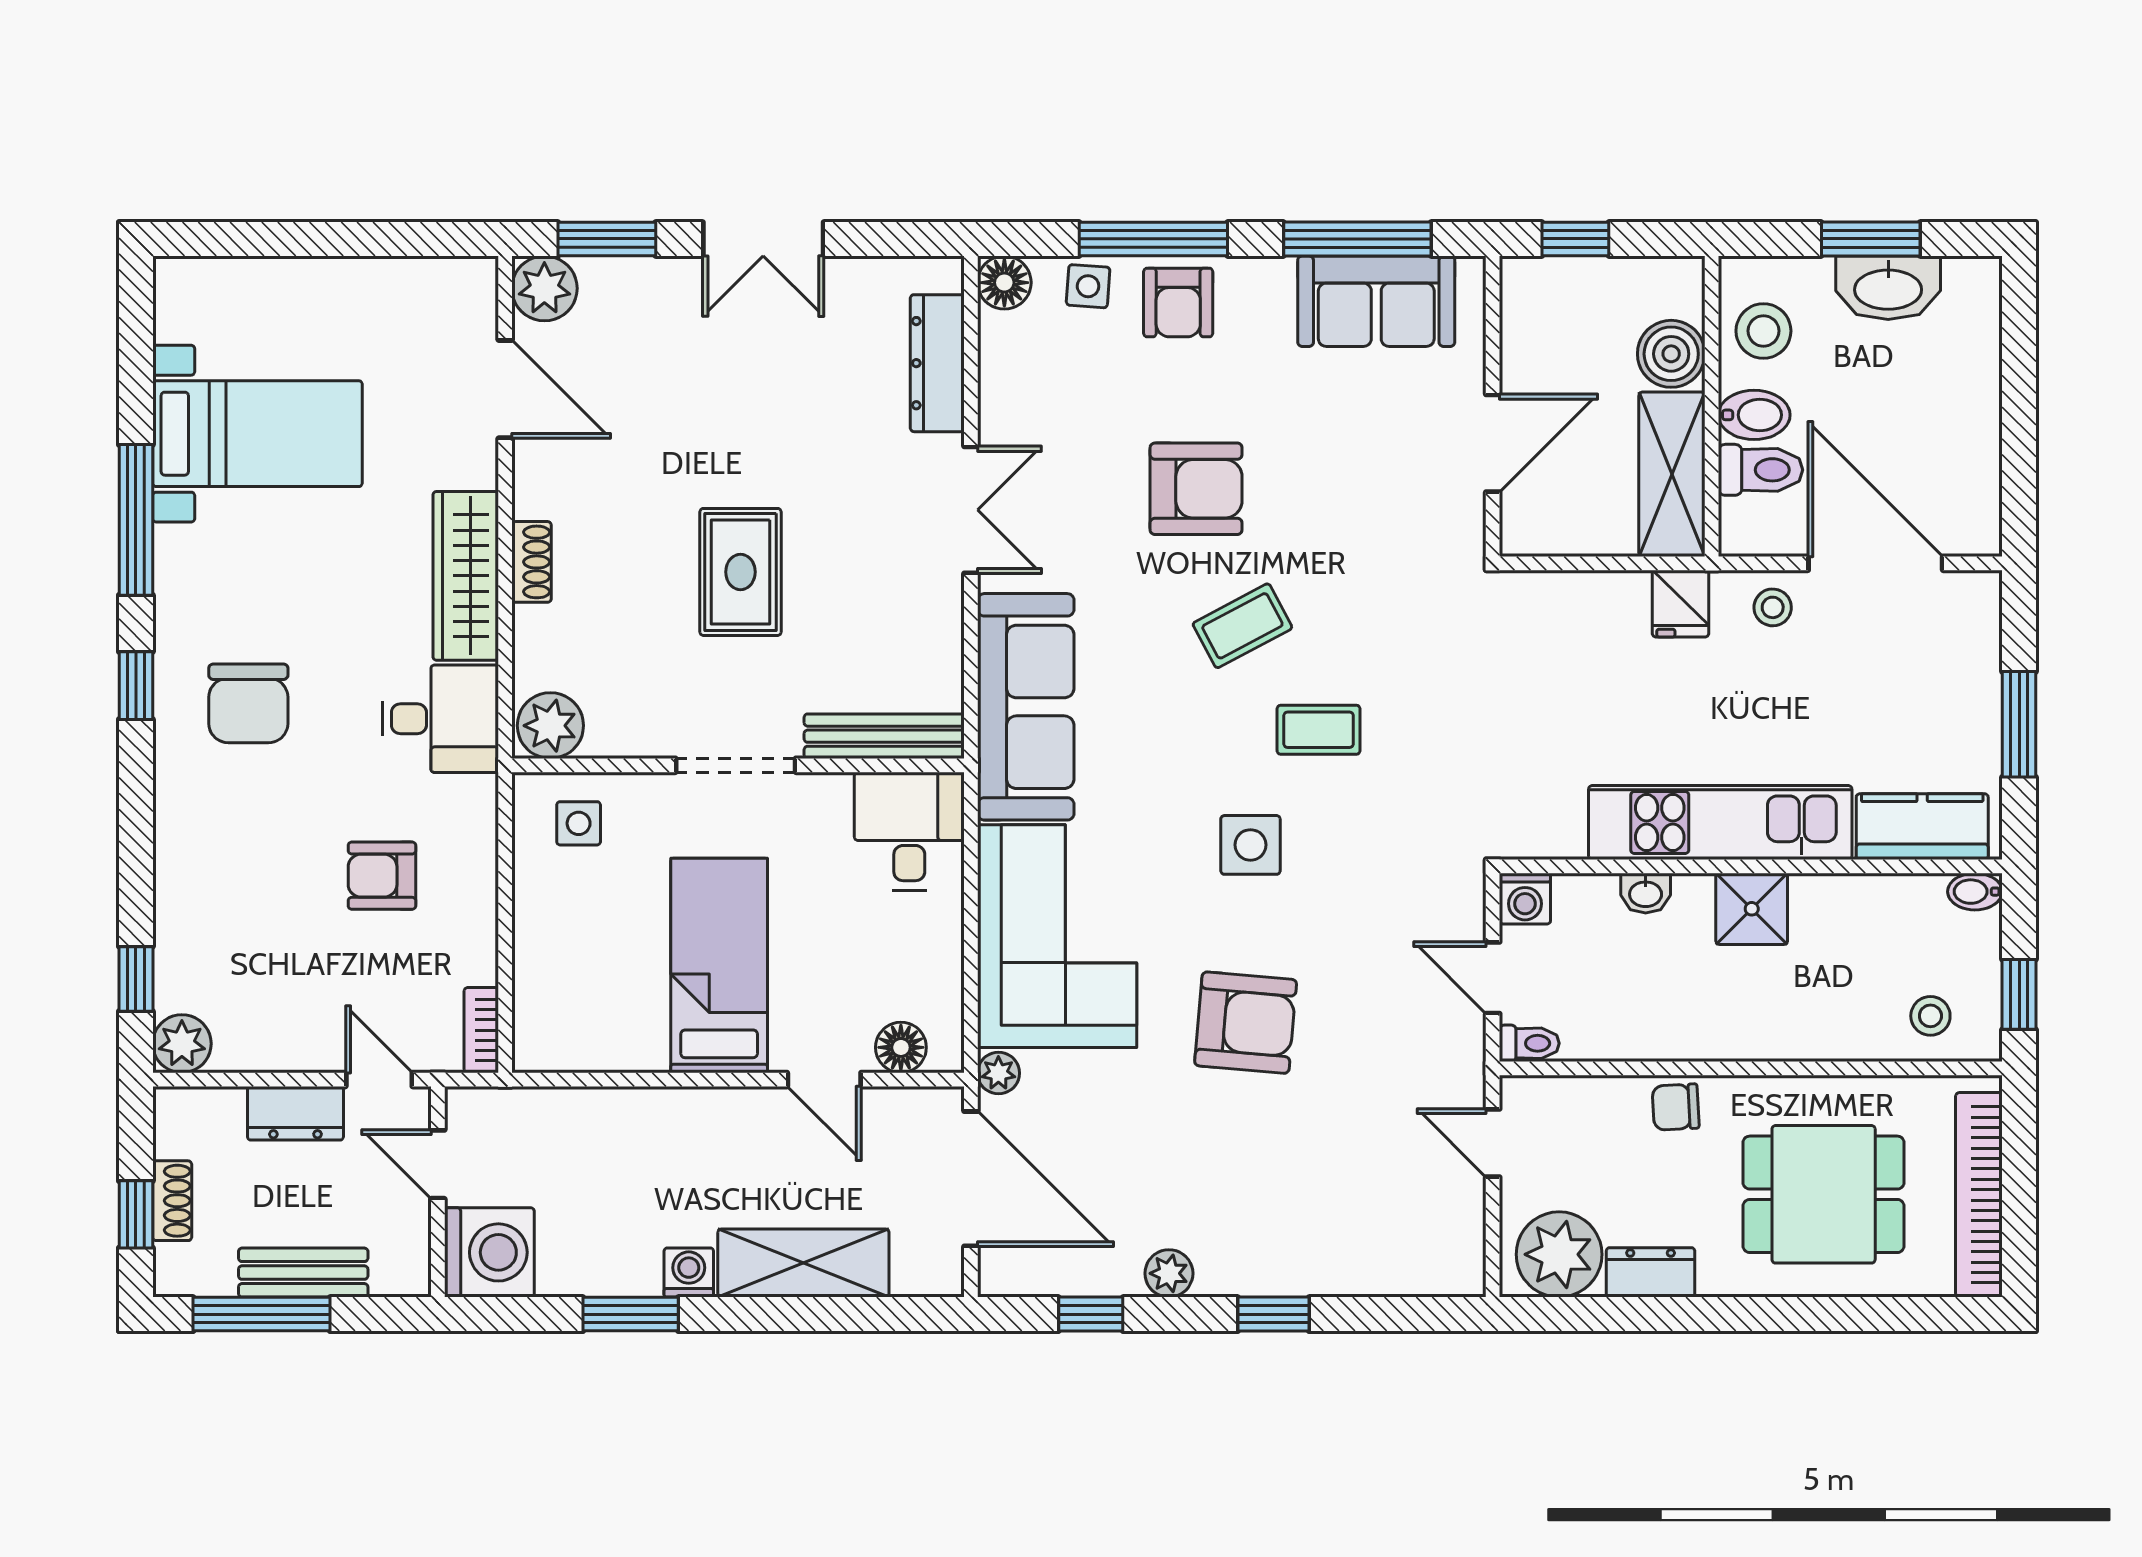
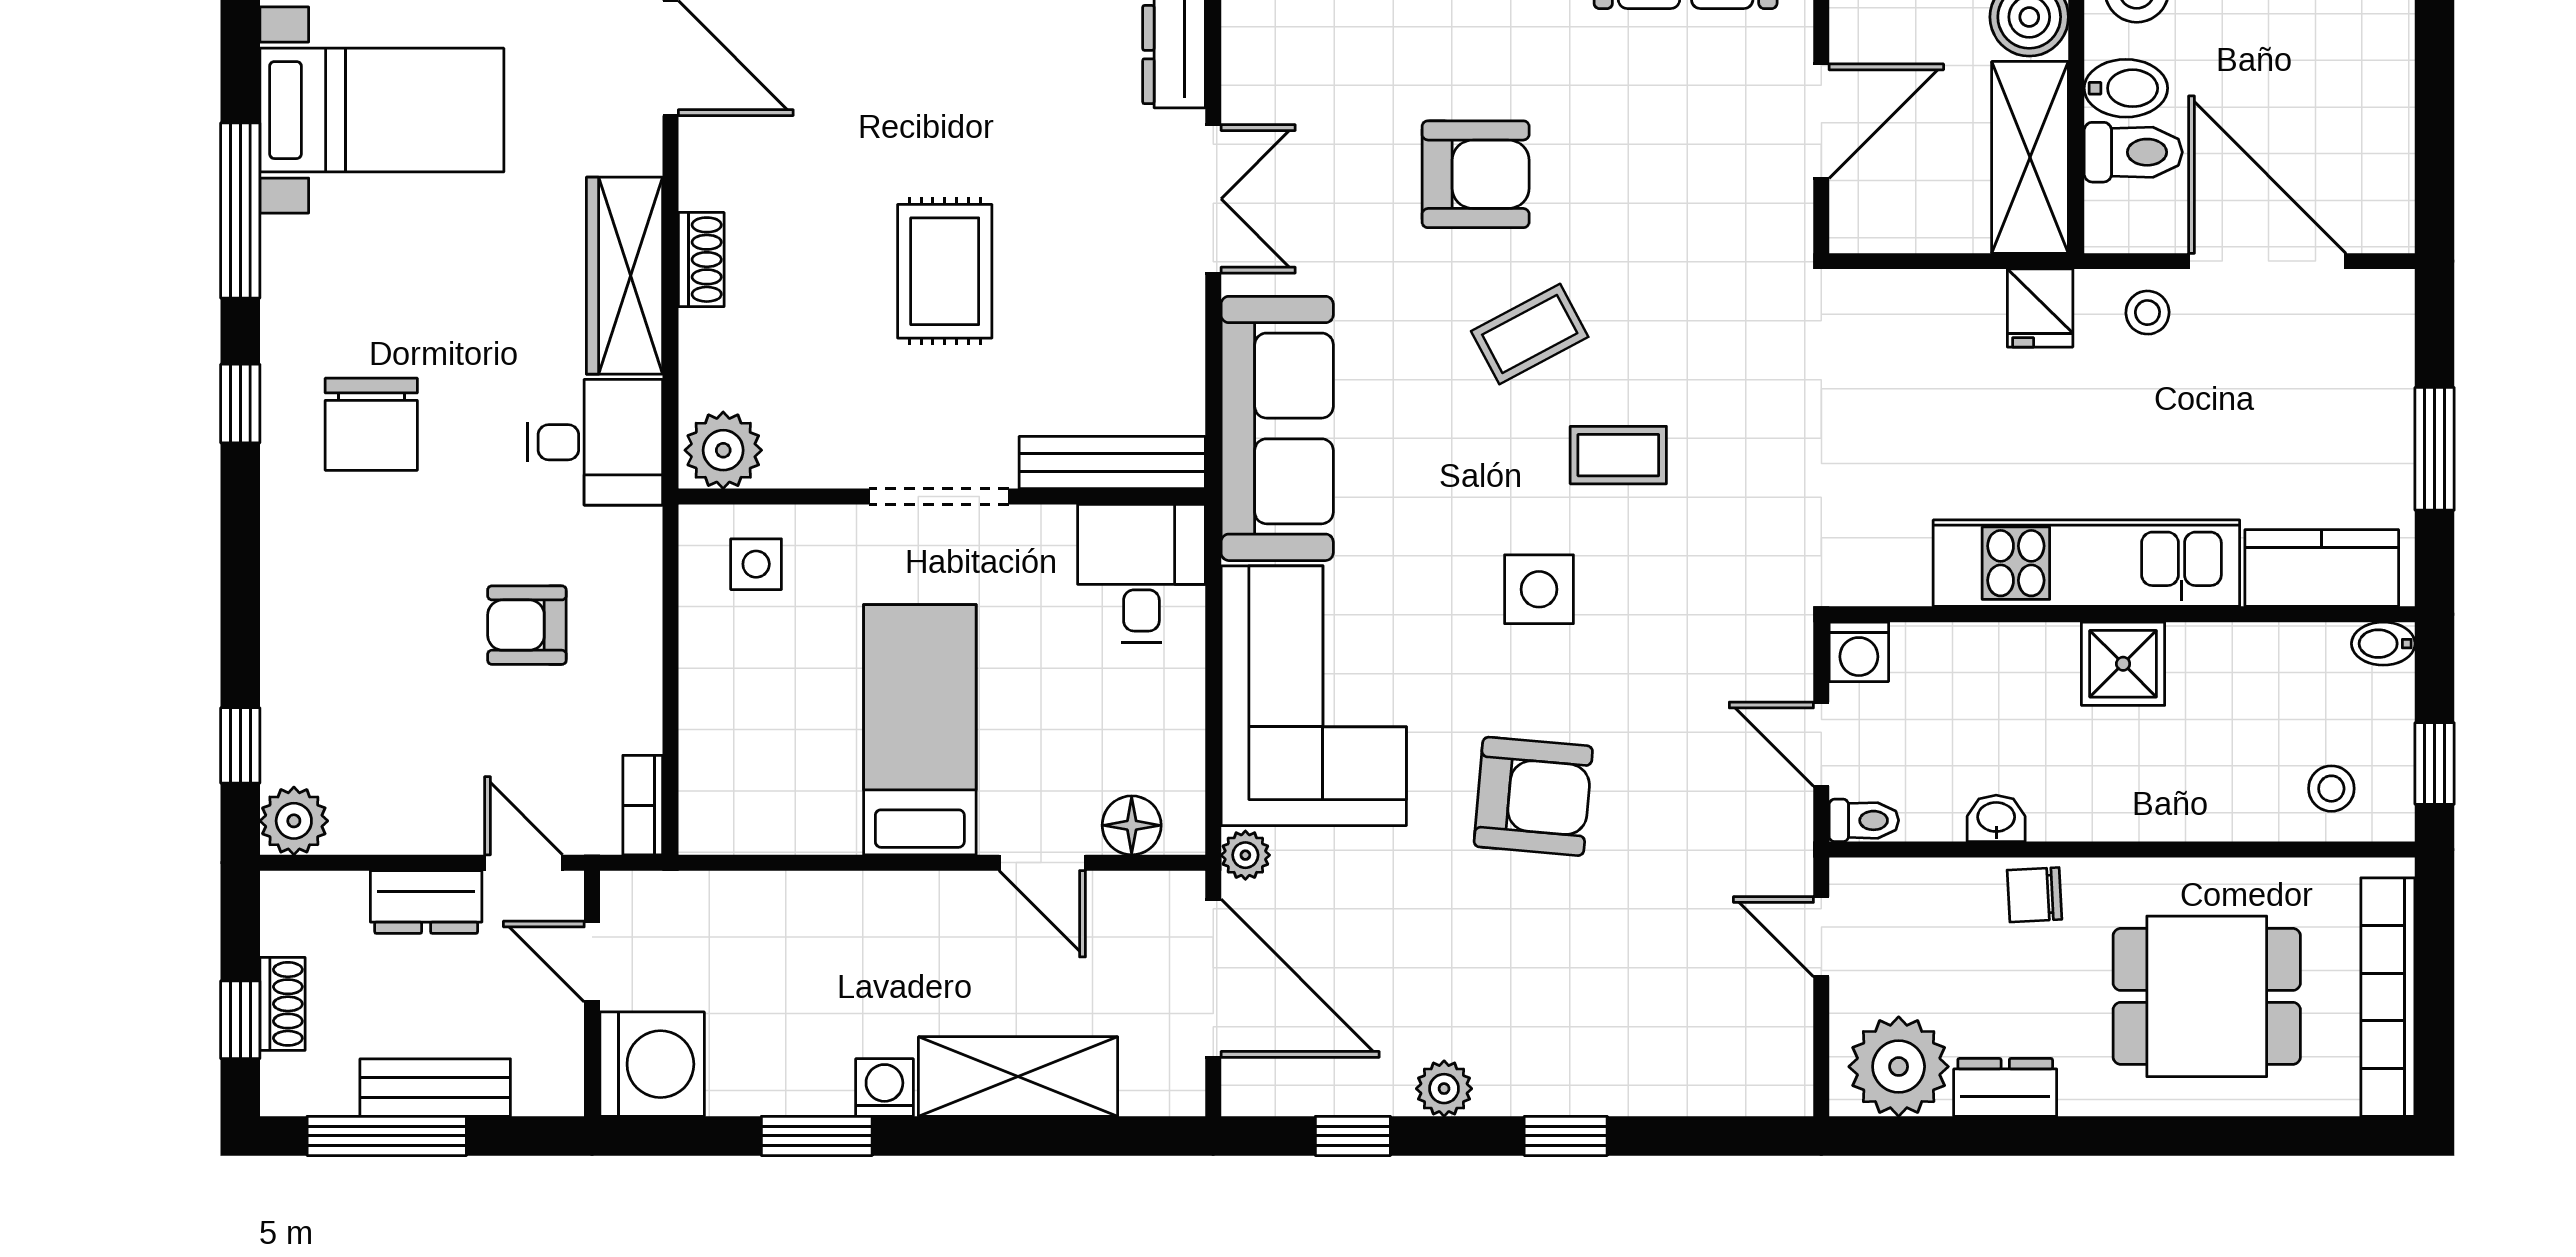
washbasin: (1646, 893) -> (1996, 818), moved, turned 180

